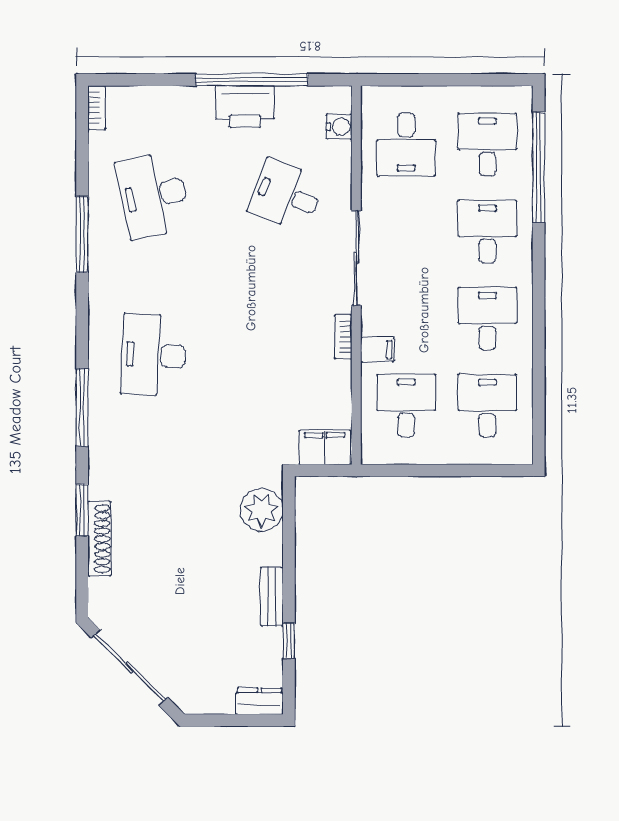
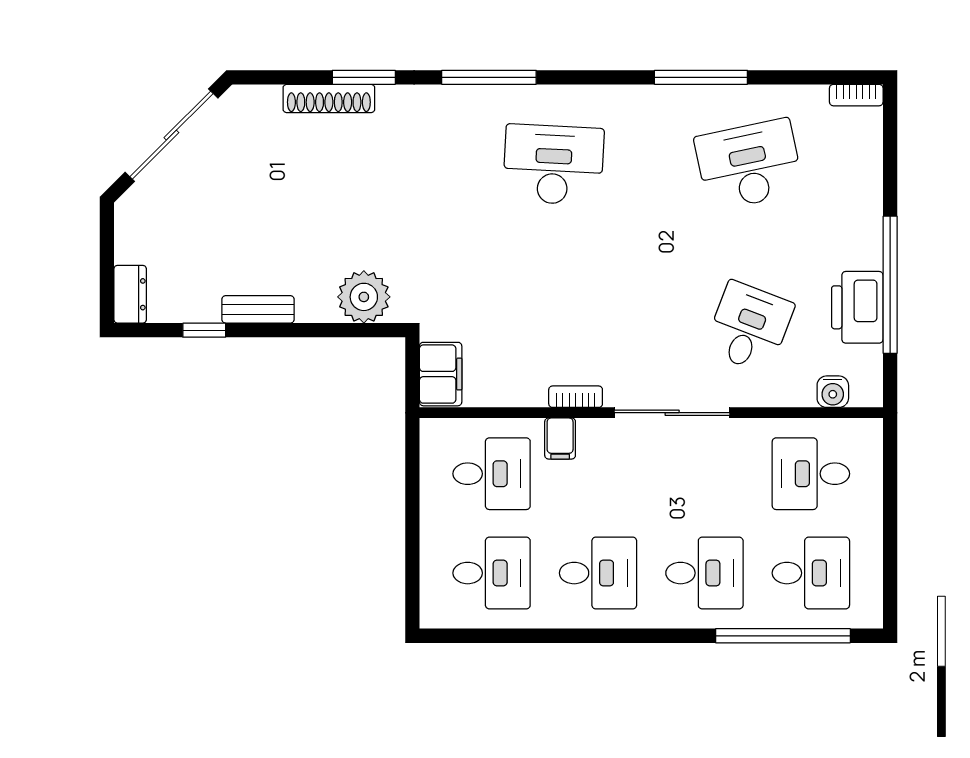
printer: (245, 107) -> (857, 307), moved

